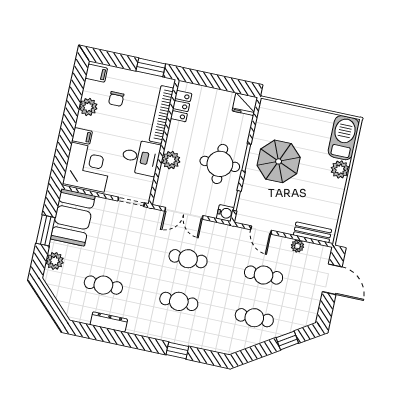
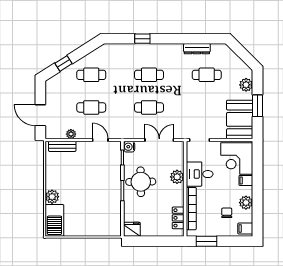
parasol: (279, 161) -> (98, 193), removed

